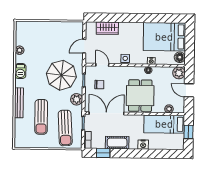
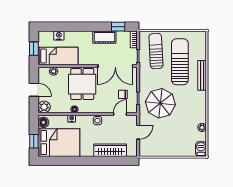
wardrobe: (107, 28) -> (110, 150), width x1.50
window: (190, 38) -> (34, 141), added
door: (102, 65) -> (120, 114), swing flipped
barbecue: (20, 71) -> (201, 149), moved
plant: (77, 99) -> (145, 80), removed
sun lounger: (41, 117) -> (180, 62), width x1.36, depth x1.34
nightstand: (143, 145) -> (59, 36), moved

